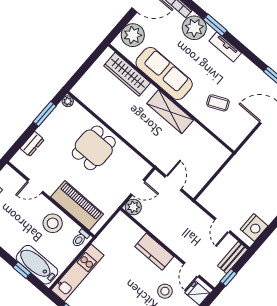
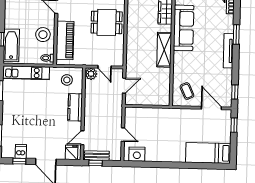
plant: (194, 28) -> (225, 24), removed
tv unit: (225, 47) -> (228, 51), width x1.41
coffee table: (218, 103) -> (187, 91), moved
door: (222, 225) -> (123, 135), swing flipped
bench: (233, 258) -> (97, 156), moved
stool: (165, 291) -> (67, 80), moved

